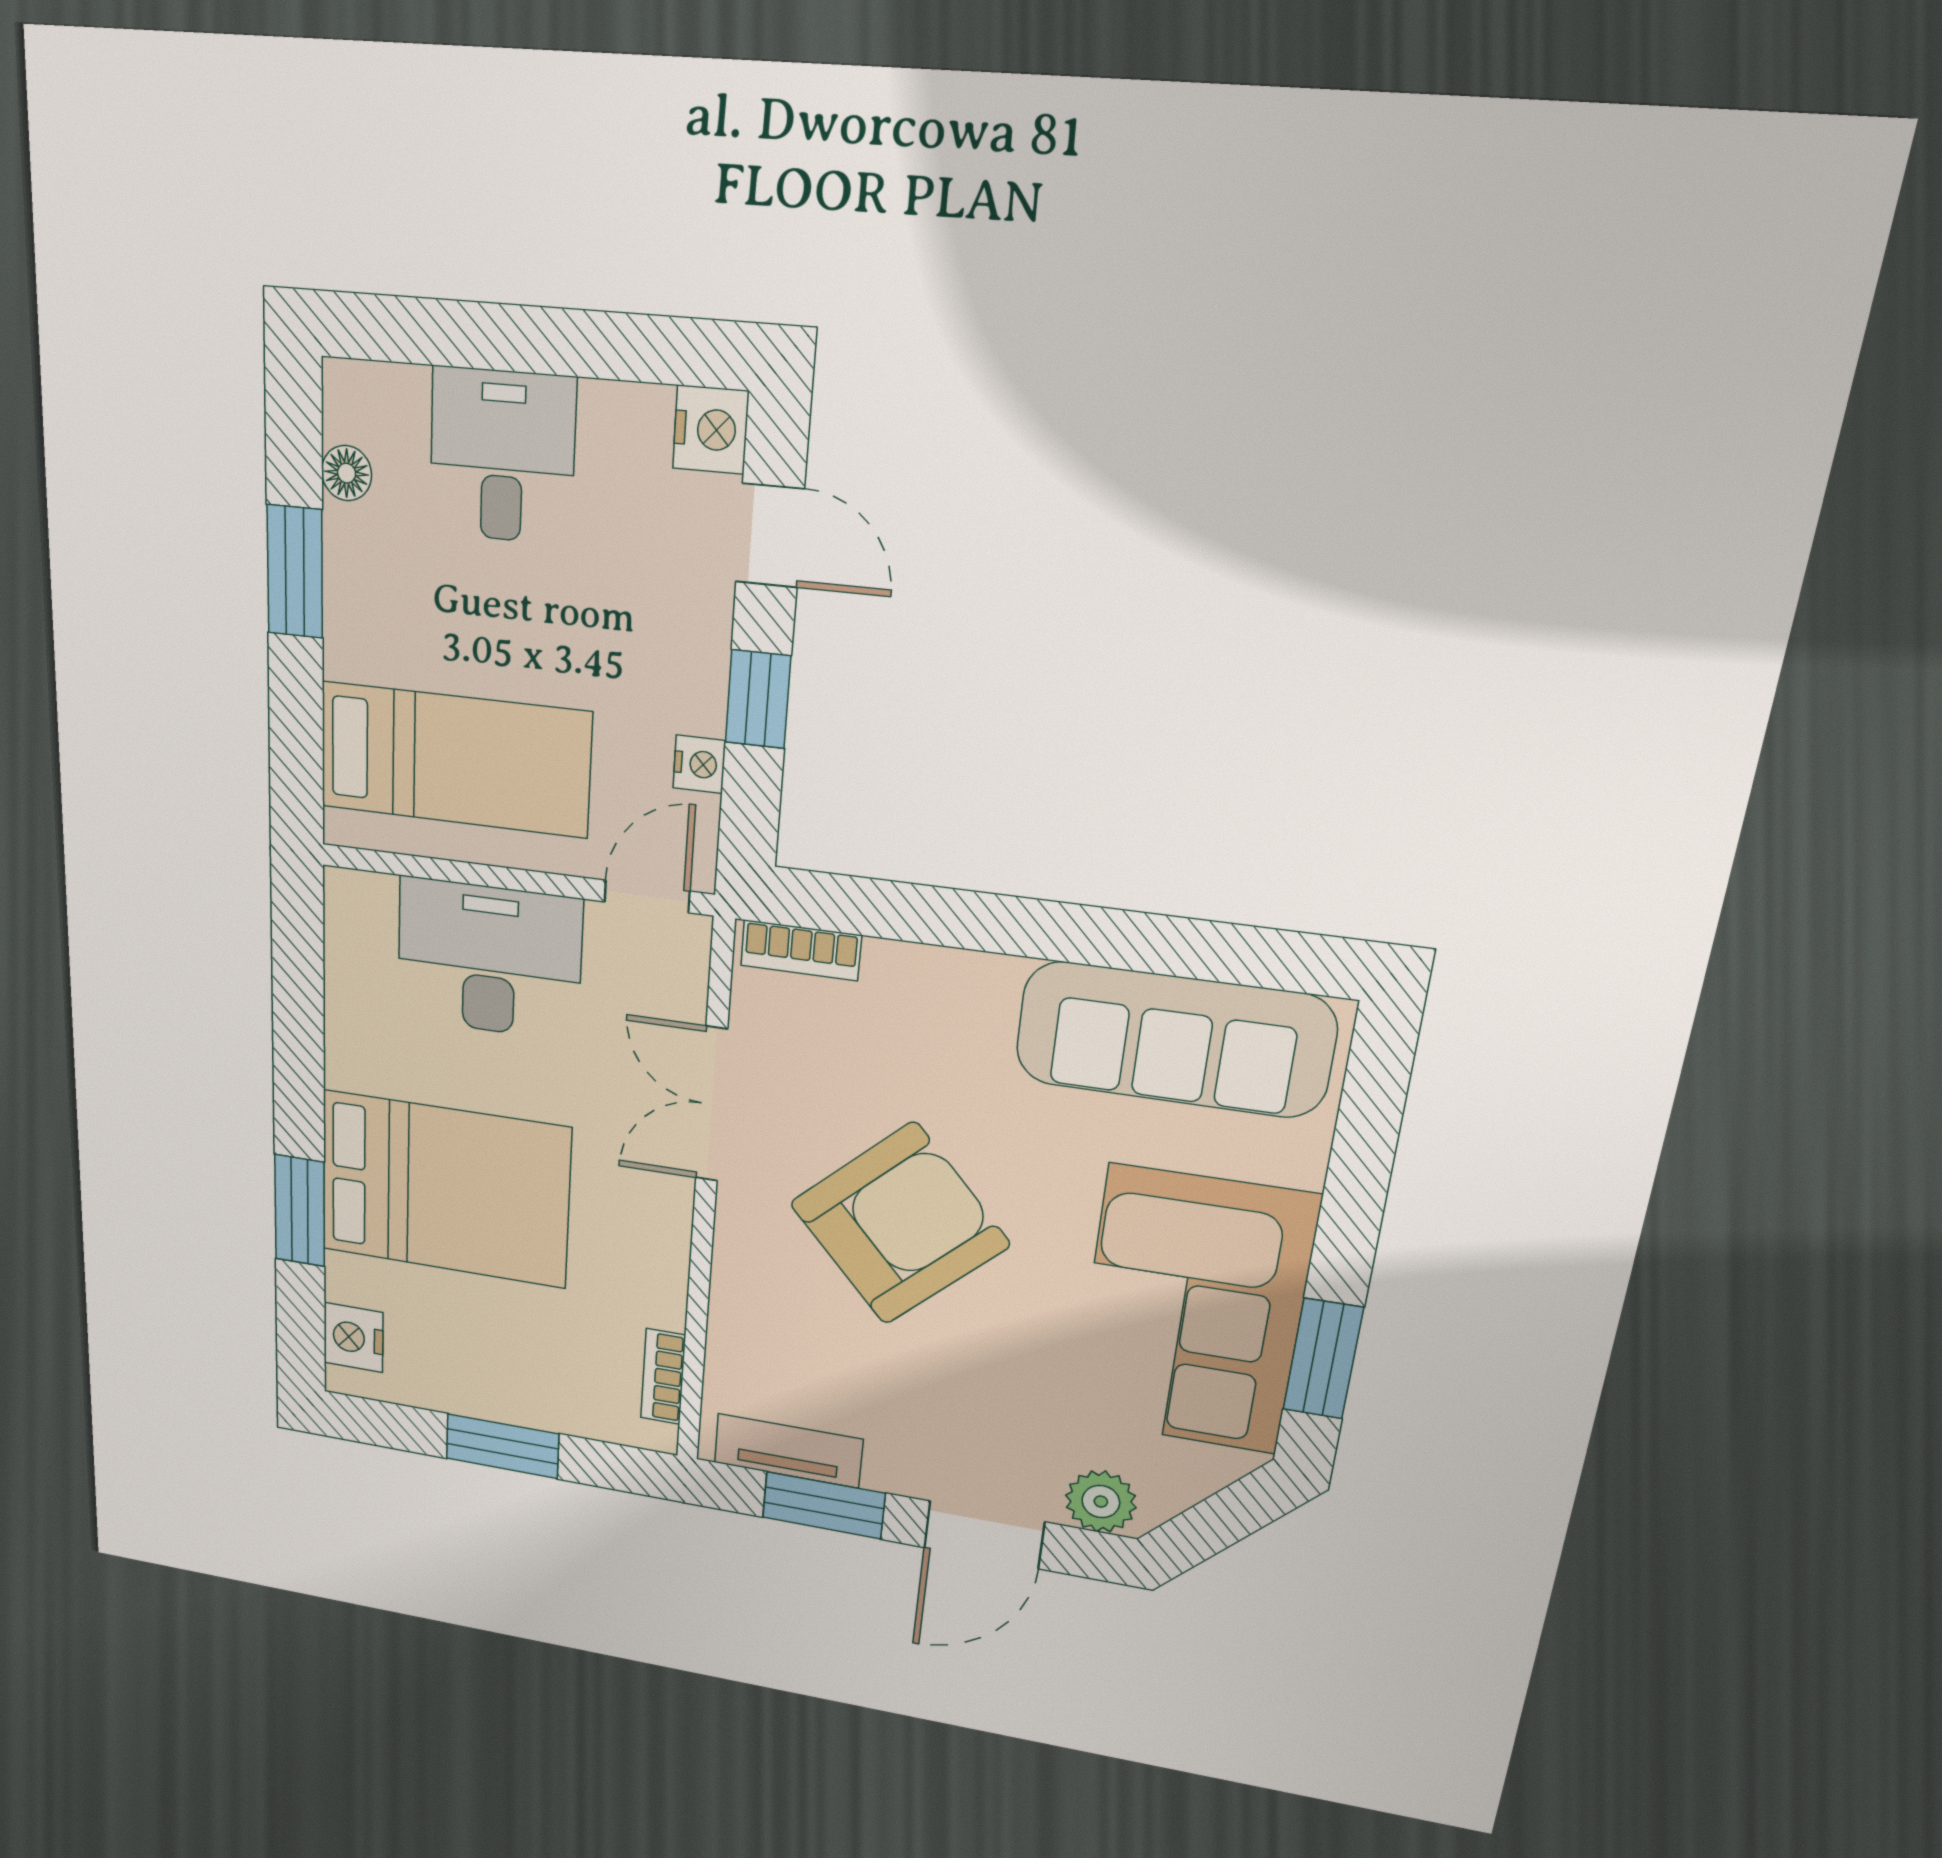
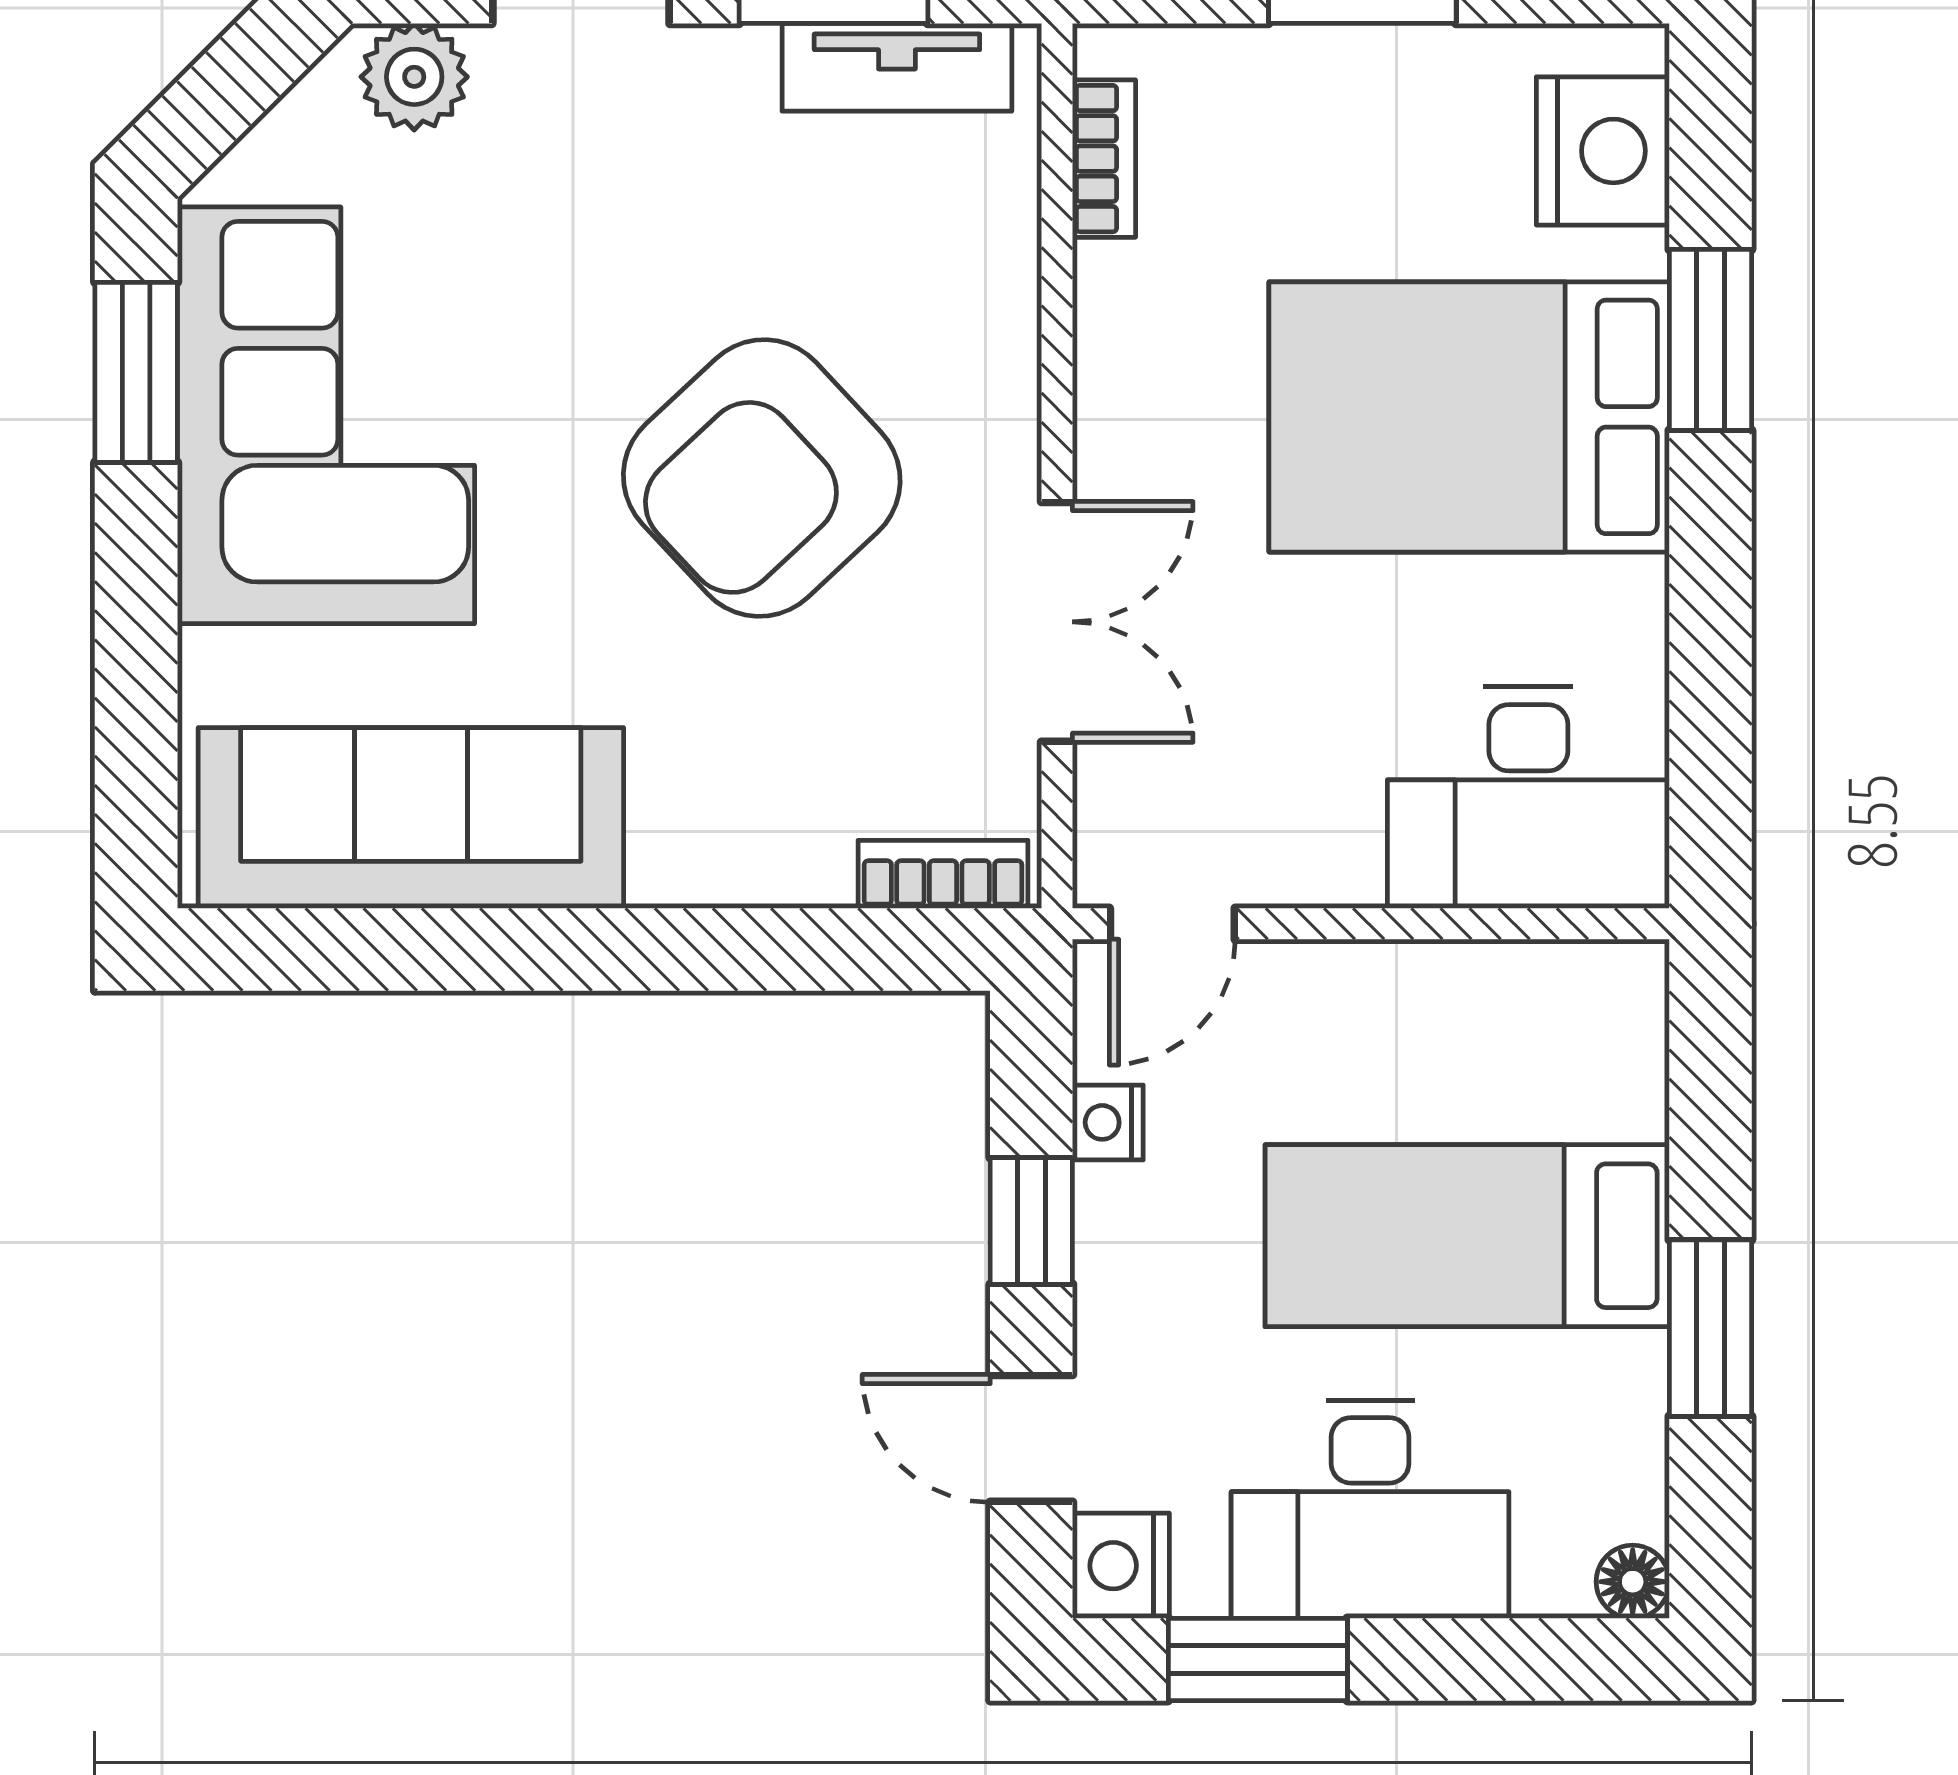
window: (614, 346) -> (1258, 1659), added
desk: (502, 456) -> (1370, 1509), width x1.37
floor lamp: (347, 473) -> (1633, 1582), moved
bed: (455, 760) -> (1467, 1236), moved
desk: (489, 959) -> (1528, 798), moved
nightstand: (353, 1338) -> (1603, 151), width x1.36, depth x1.33

